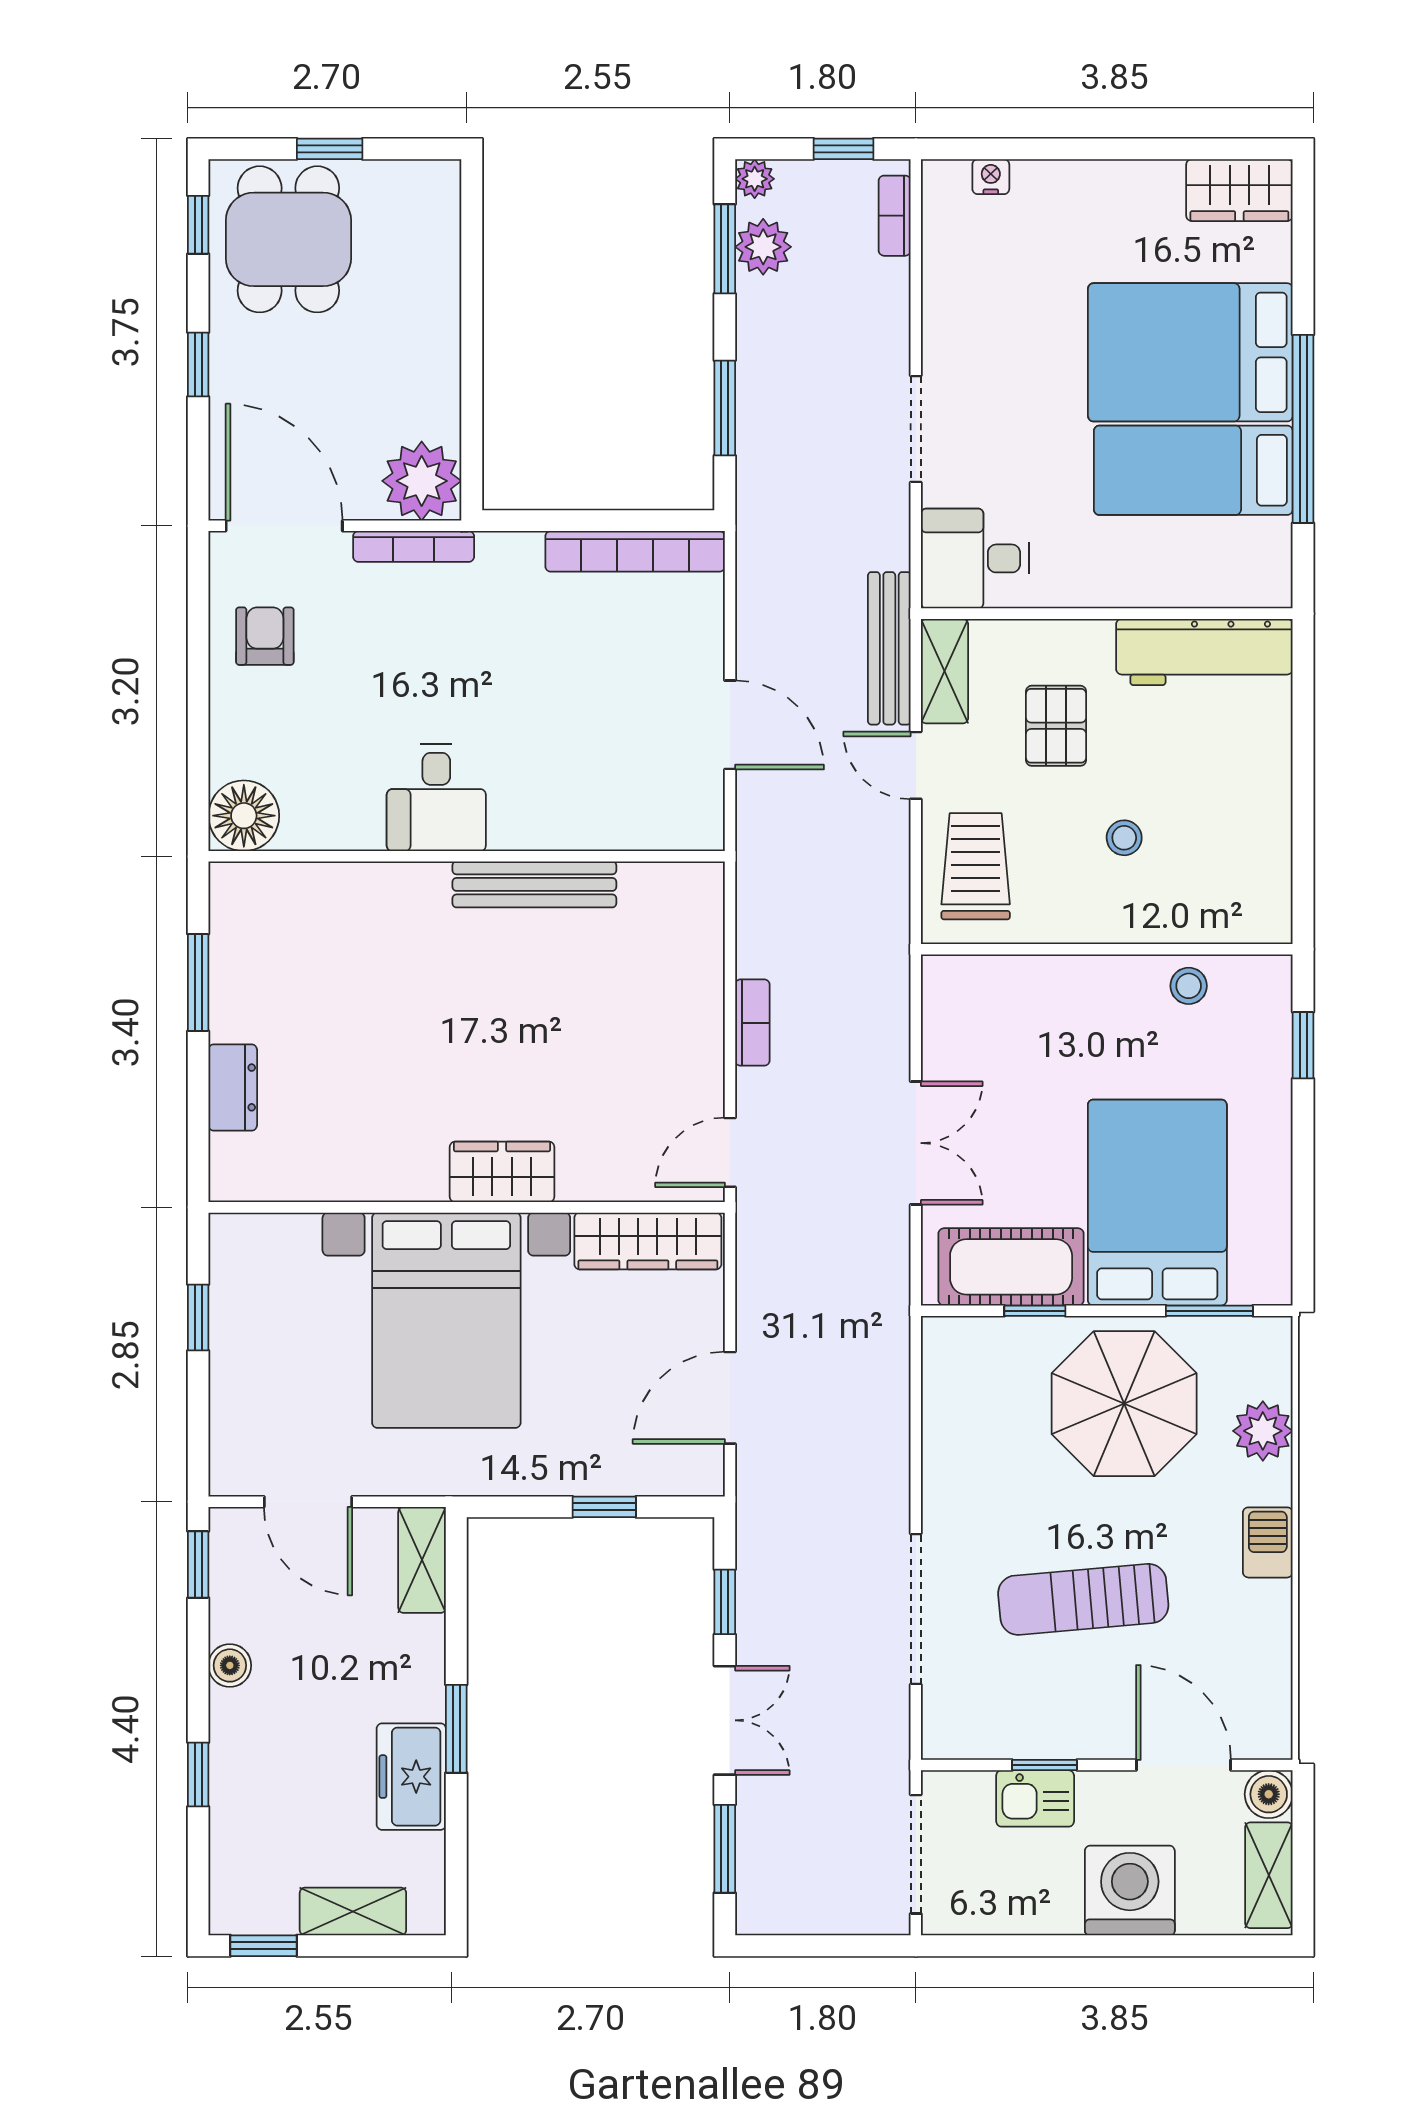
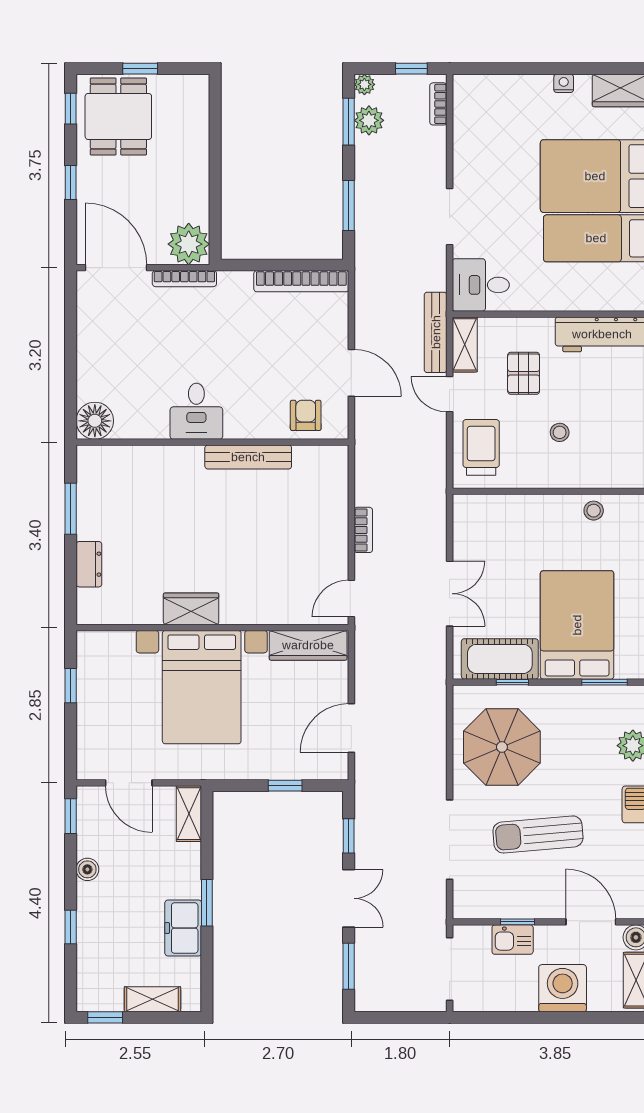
nightstand: (991, 177) -> (564, 83), moved
armchair: (265, 636) -> (306, 415), moved
wardrobe: (502, 1172) -> (191, 609), moved
parasol: (1124, 1404) -> (502, 747), moved

